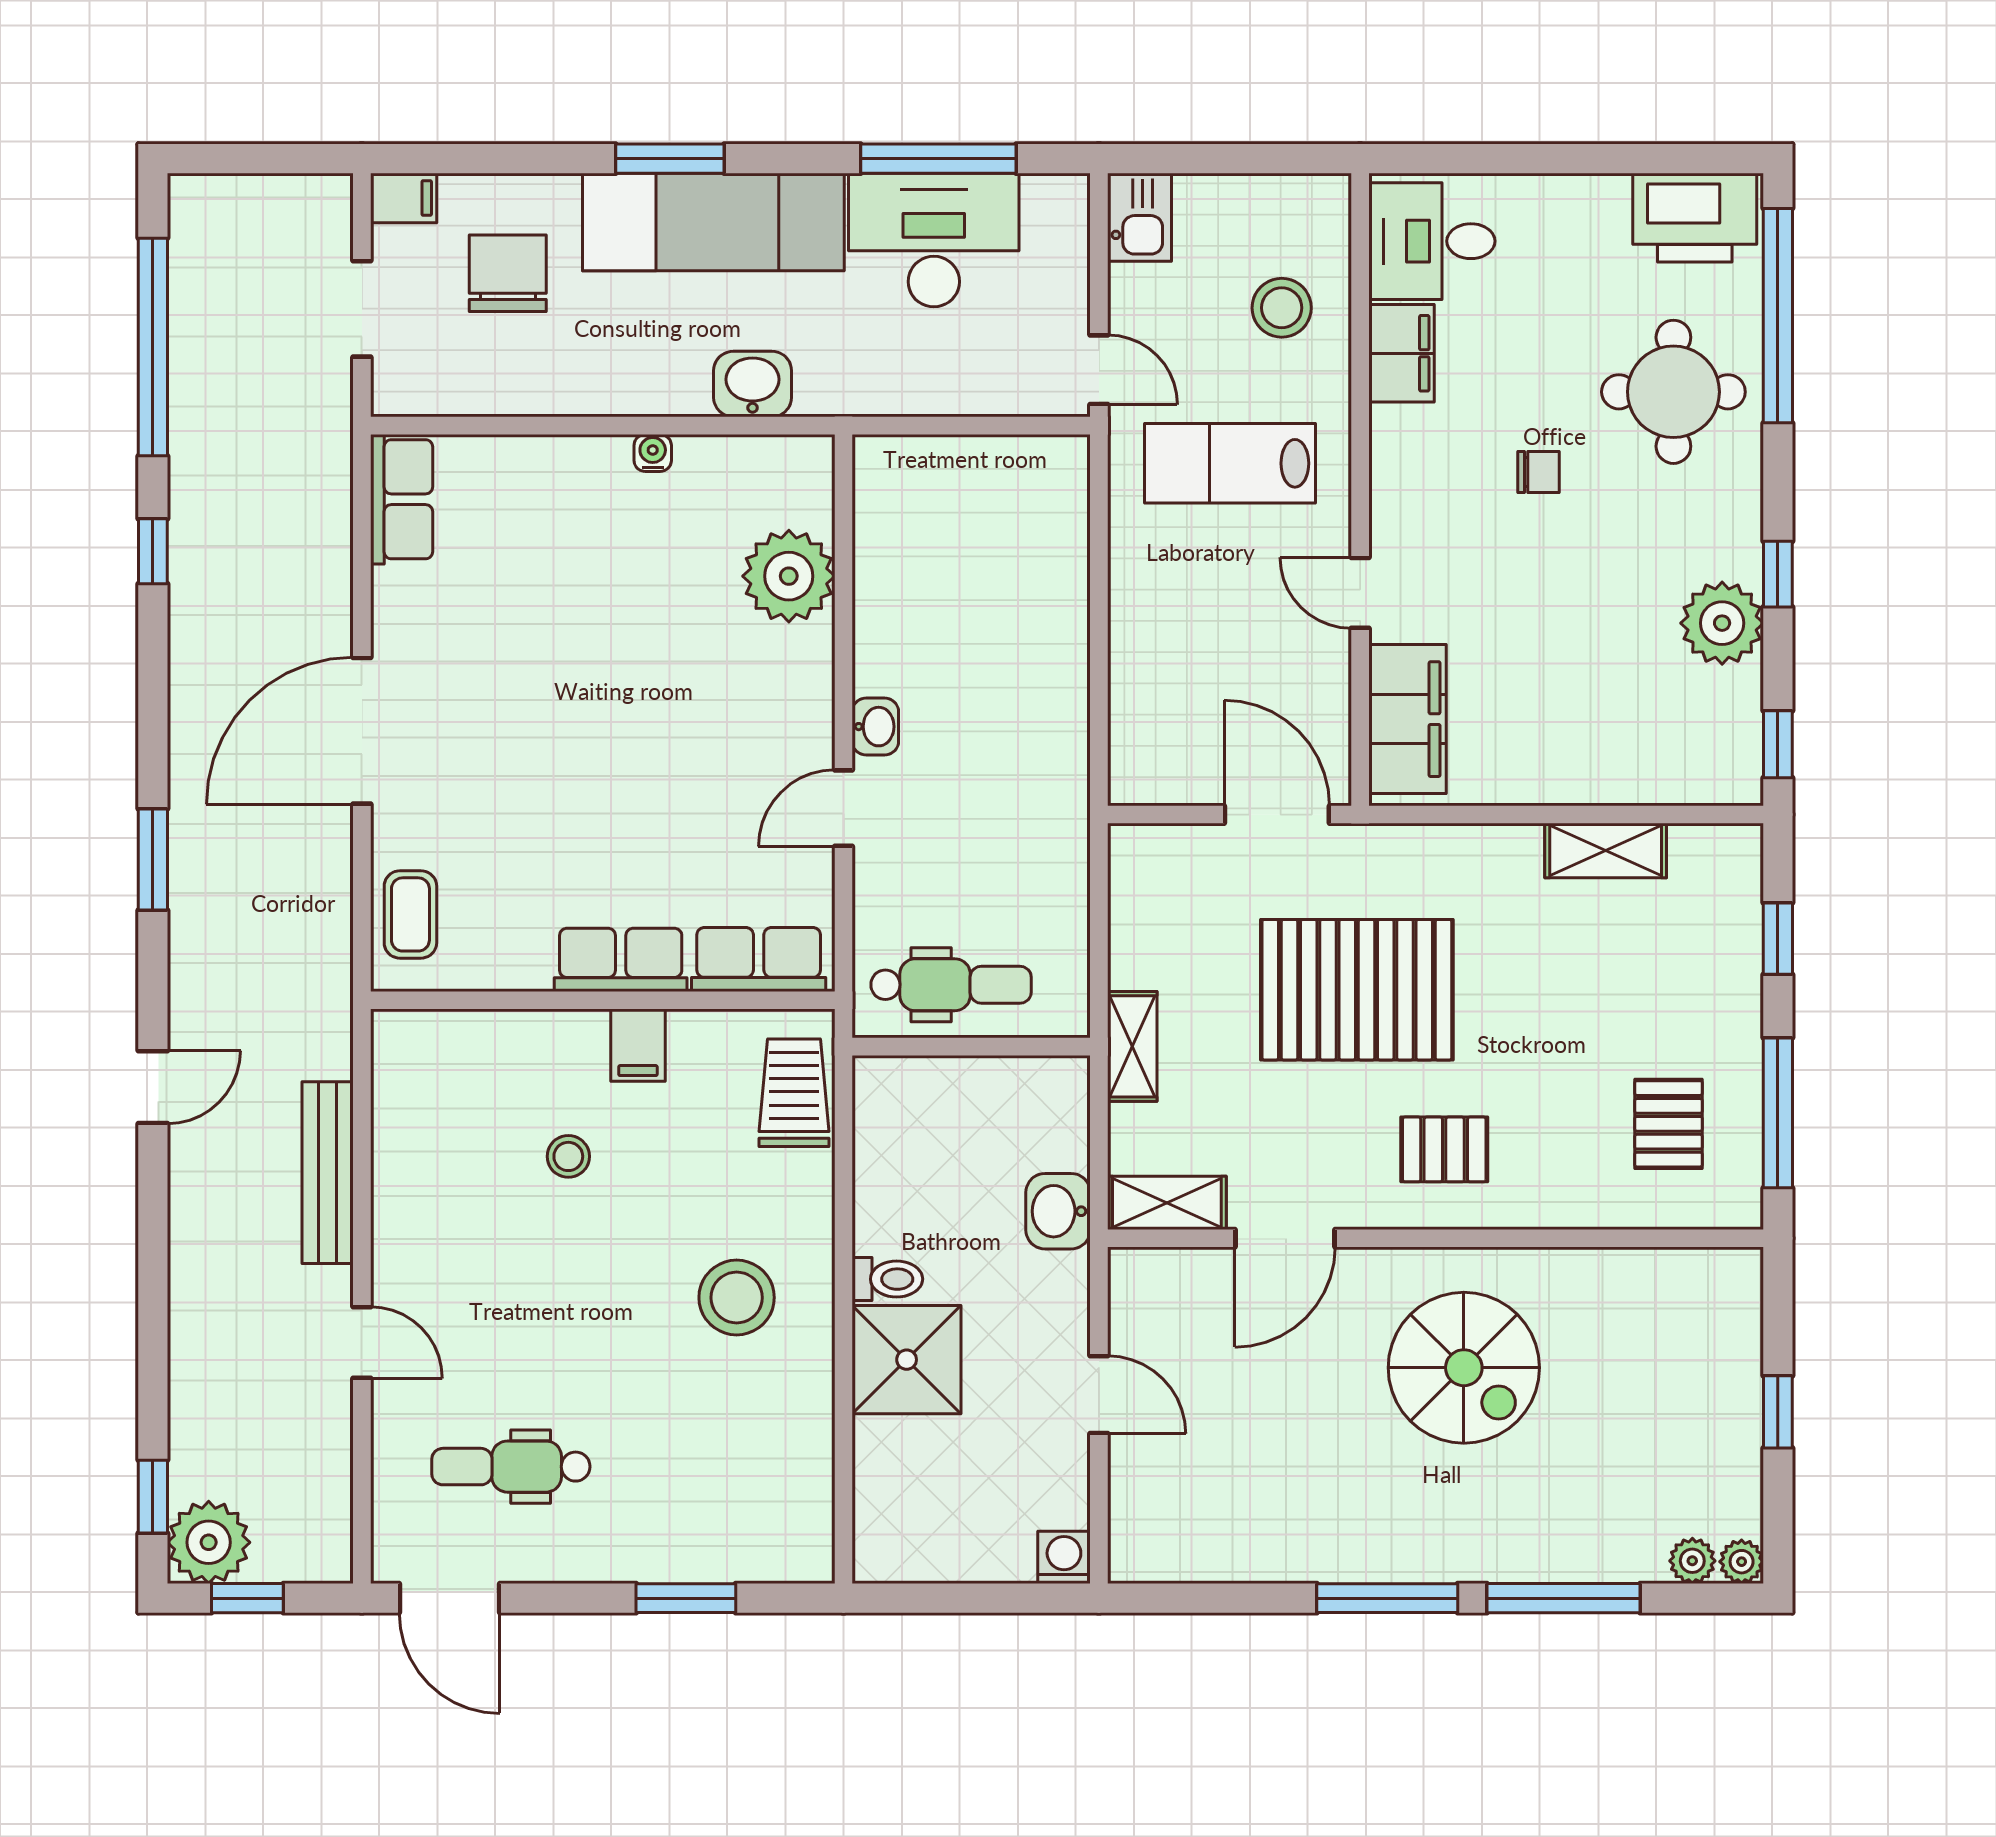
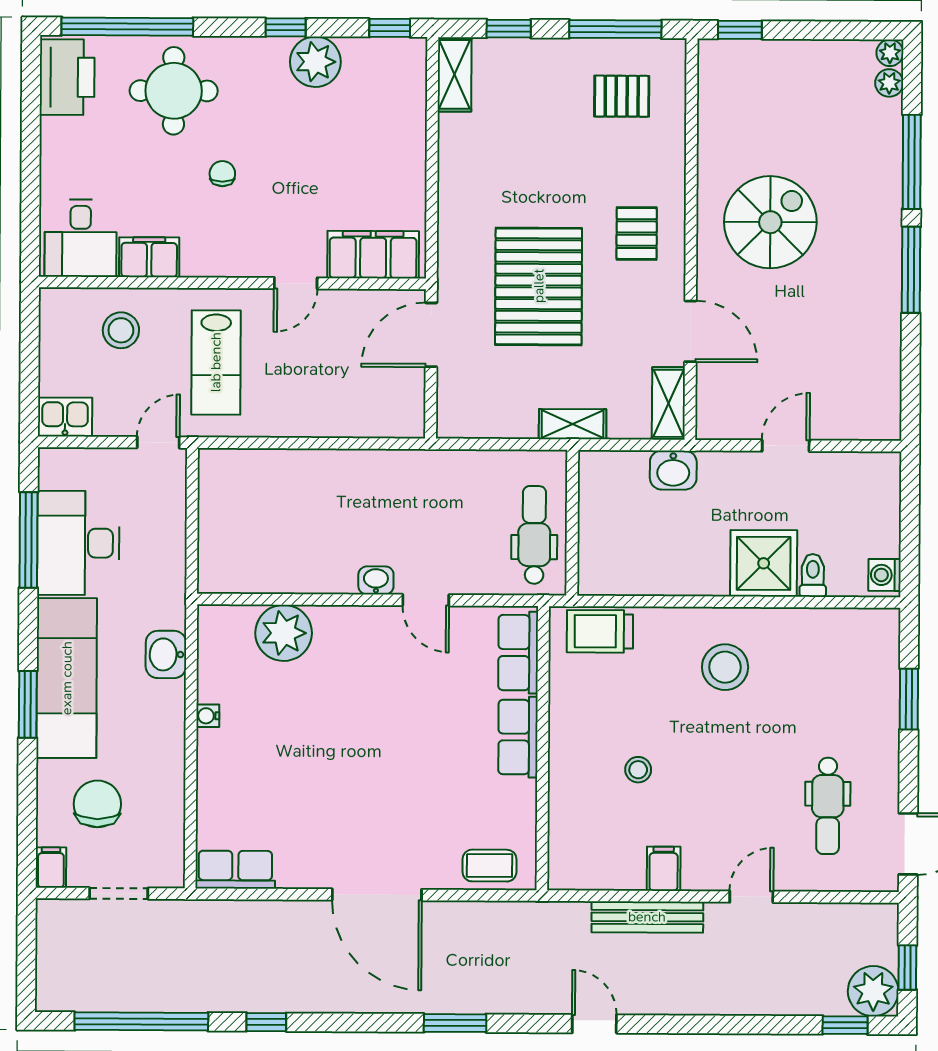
chair: (508, 273) -> (97, 804), turned 90
shelving: (1606, 851) -> (455, 74), moved
filing cabinet: (638, 1045) -> (664, 869), moved, turned -90
toilet: (887, 1279) -> (813, 575), moved
window: (1778, 1412) -> (740, 30), moved
washing machine: (1064, 1557) -> (885, 575), moved

